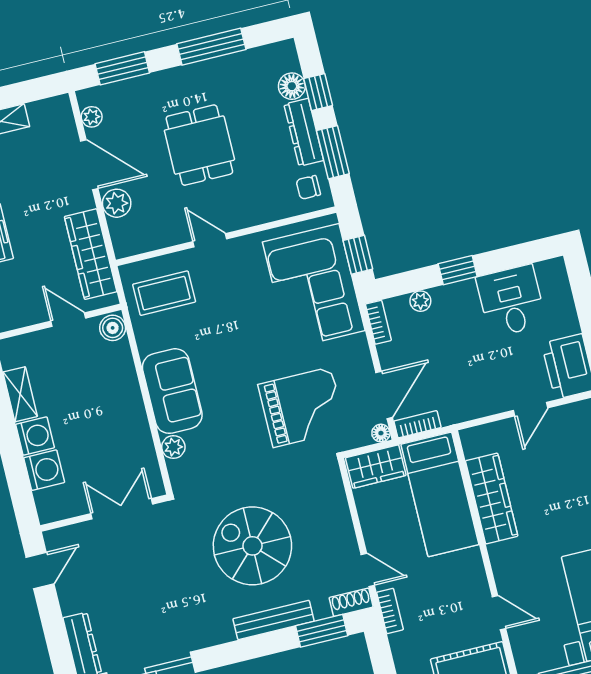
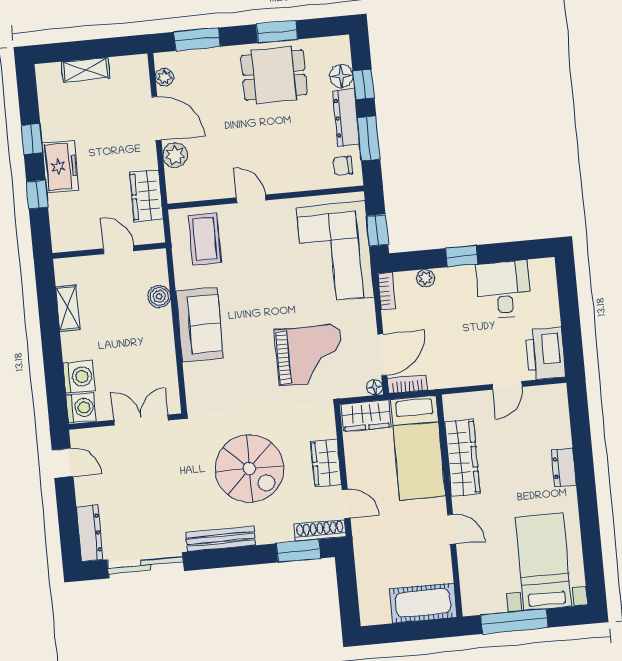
window: (211, 47) -> (277, 32), width x0.69
dining table: (199, 145) -> (274, 75), moved, turned 90
wardrobe: (91, 254) -> (146, 196), width x0.67
coffee table: (164, 293) -> (205, 239), turned 90
boiler: (113, 328) -> (159, 296), moved
washing machine: (35, 436) -> (81, 408), moved
plant: (173, 447) -> (194, 373), removed
wardrobe: (338, 527) -> (326, 463), added
spiral stairs: (252, 546) -> (249, 469), turned 180
door: (40, 571) -> (63, 463), hinge flipped
shoe rack: (351, 602) -> (320, 530), width x1.43
bookcase: (390, 611) -> (360, 542), removed
door: (499, 613) -> (452, 529), moved
bench: (274, 620) -> (221, 539), moved

